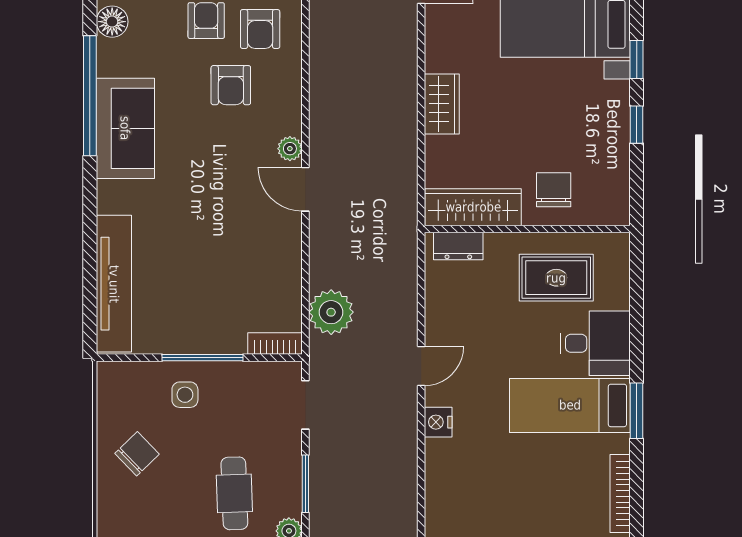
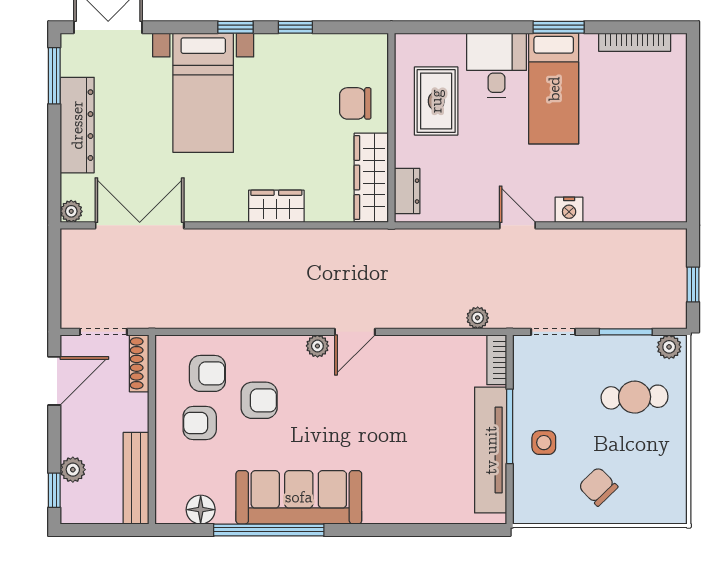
sofa: (125, 128) -> (299, 497), width x1.36
tv unit: (114, 284) -> (491, 450), moved, turned -90
plant: (331, 312) -> (478, 318), width x0.53, depth x0.53

